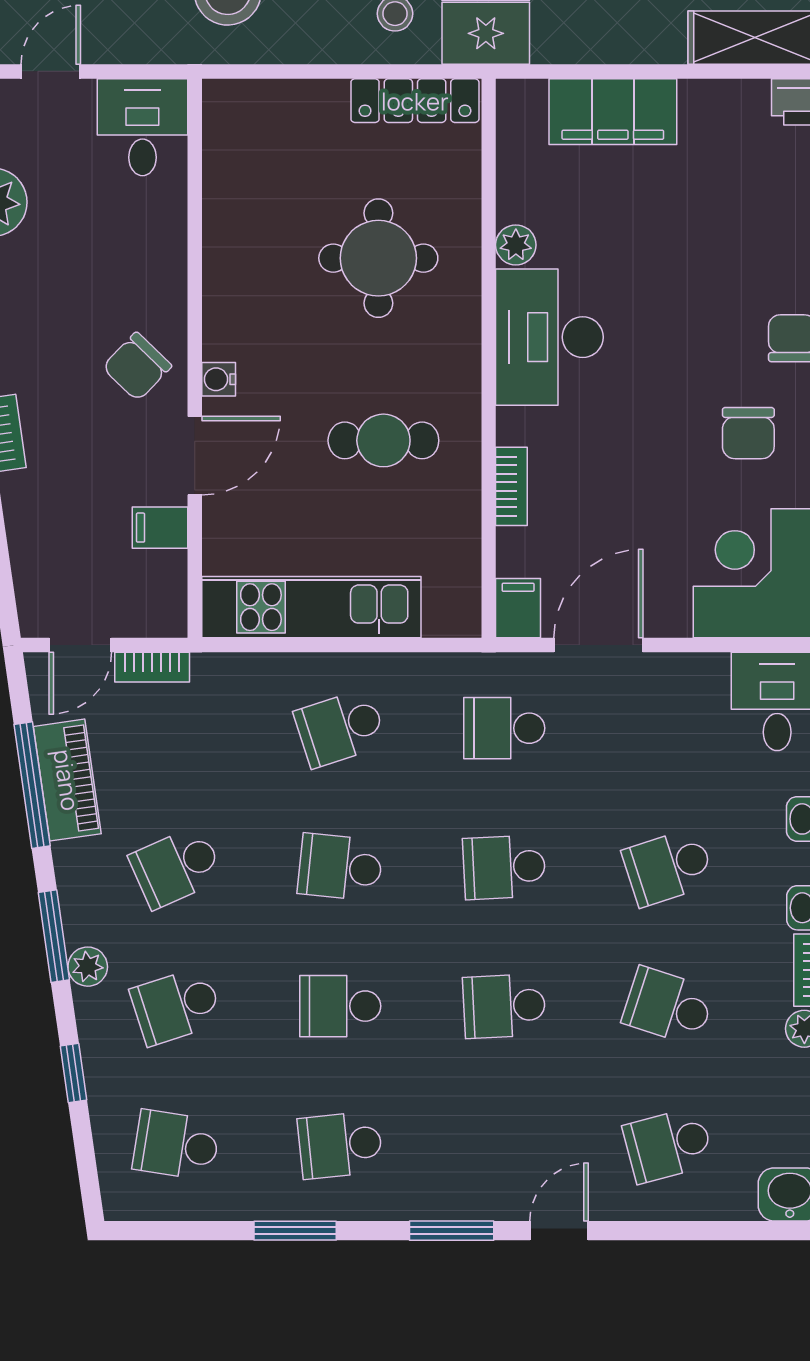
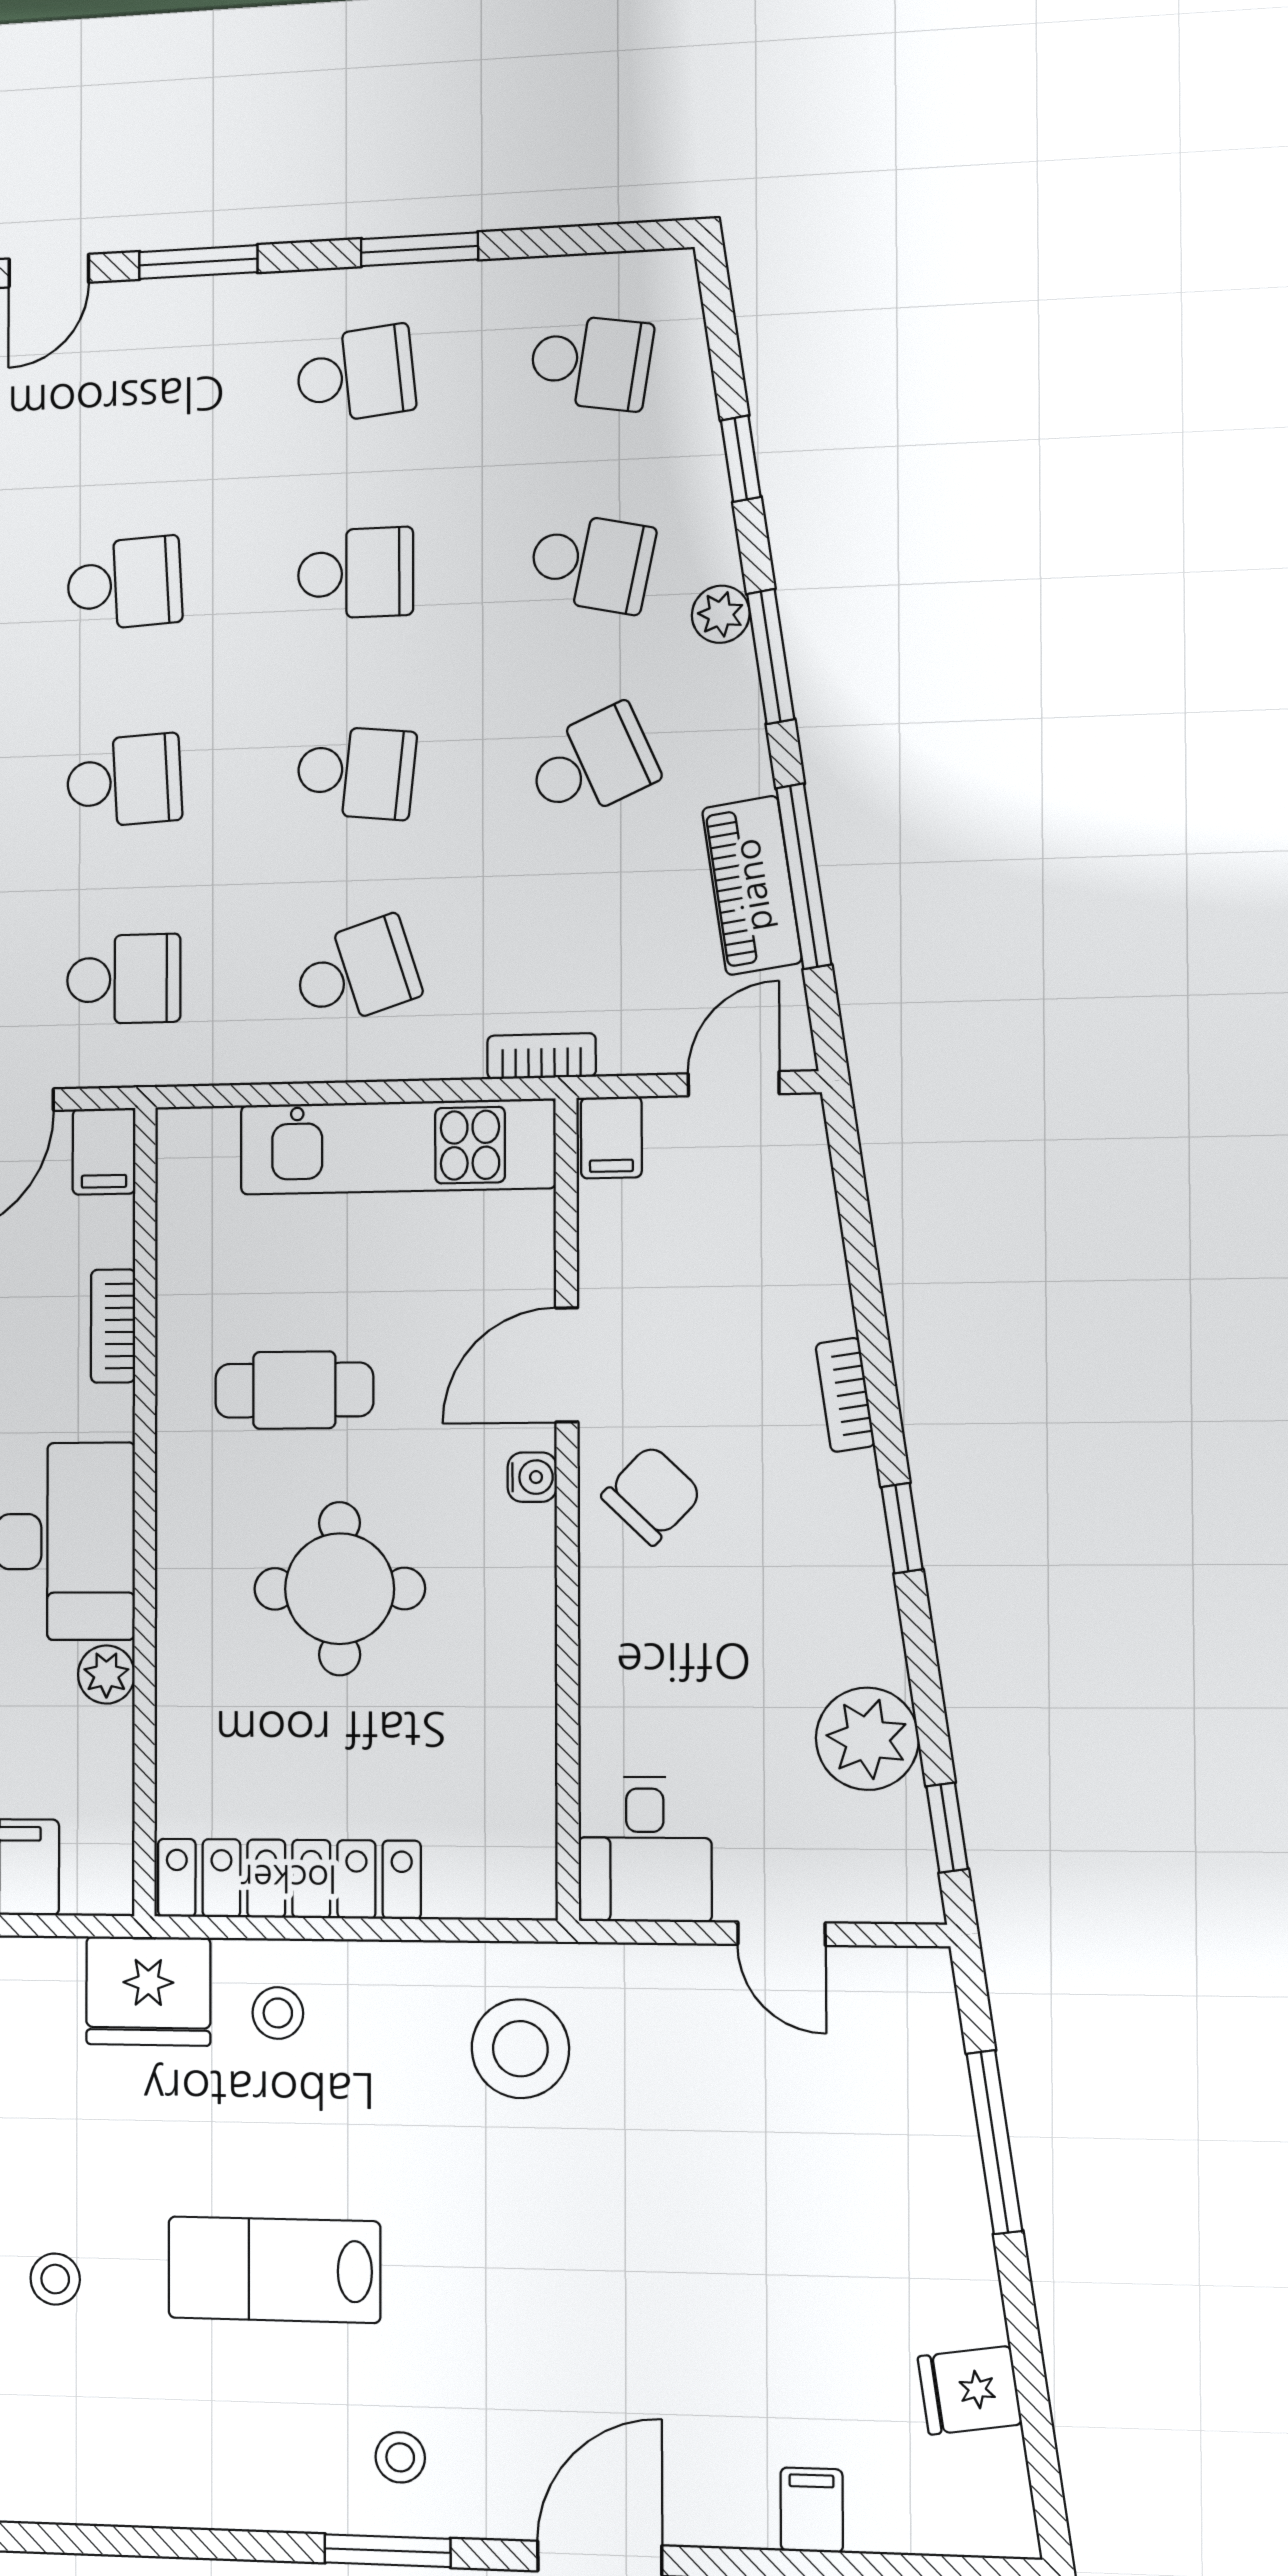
door: (51, 71) -> (781, 1934), hinge flipped
locker: (415, 101) -> (289, 1879), width x1.41, depth x1.21
round table: (378, 258) -> (340, 1589), moved
filing cabinet: (160, 528) -> (611, 1137), moved, turned 90
bookcase: (152, 667) -> (542, 1056), moved
school desk: (176, 1006) -> (591, 563), turned 30

